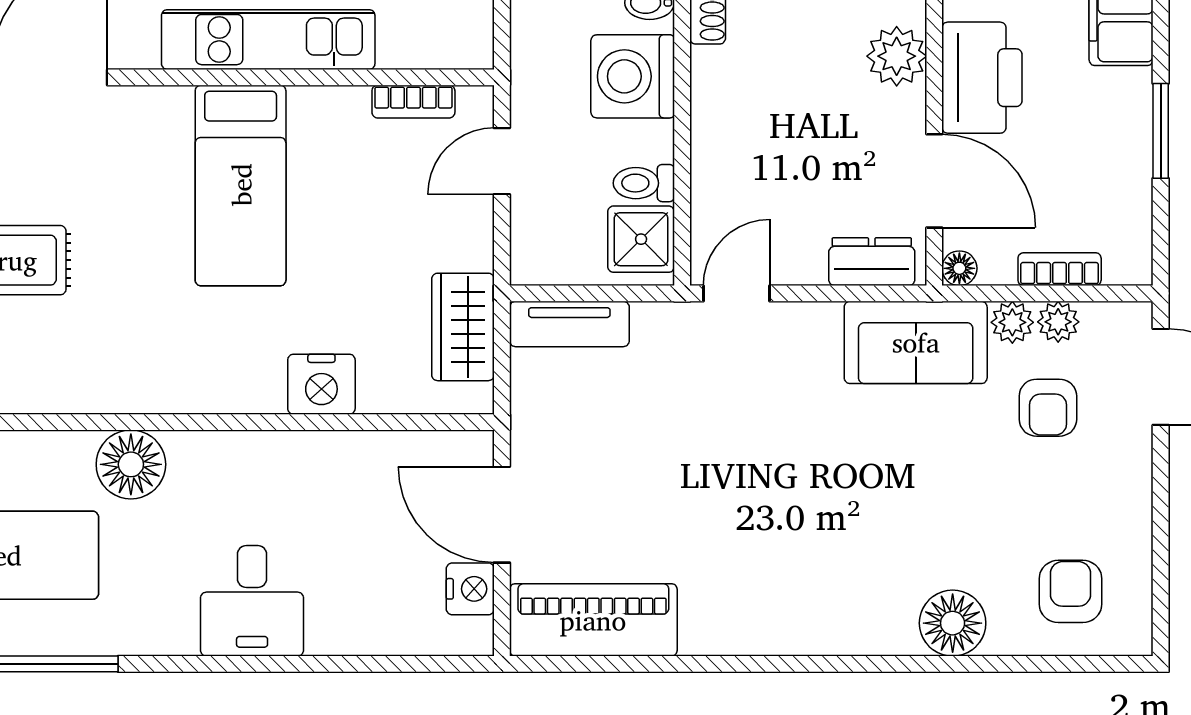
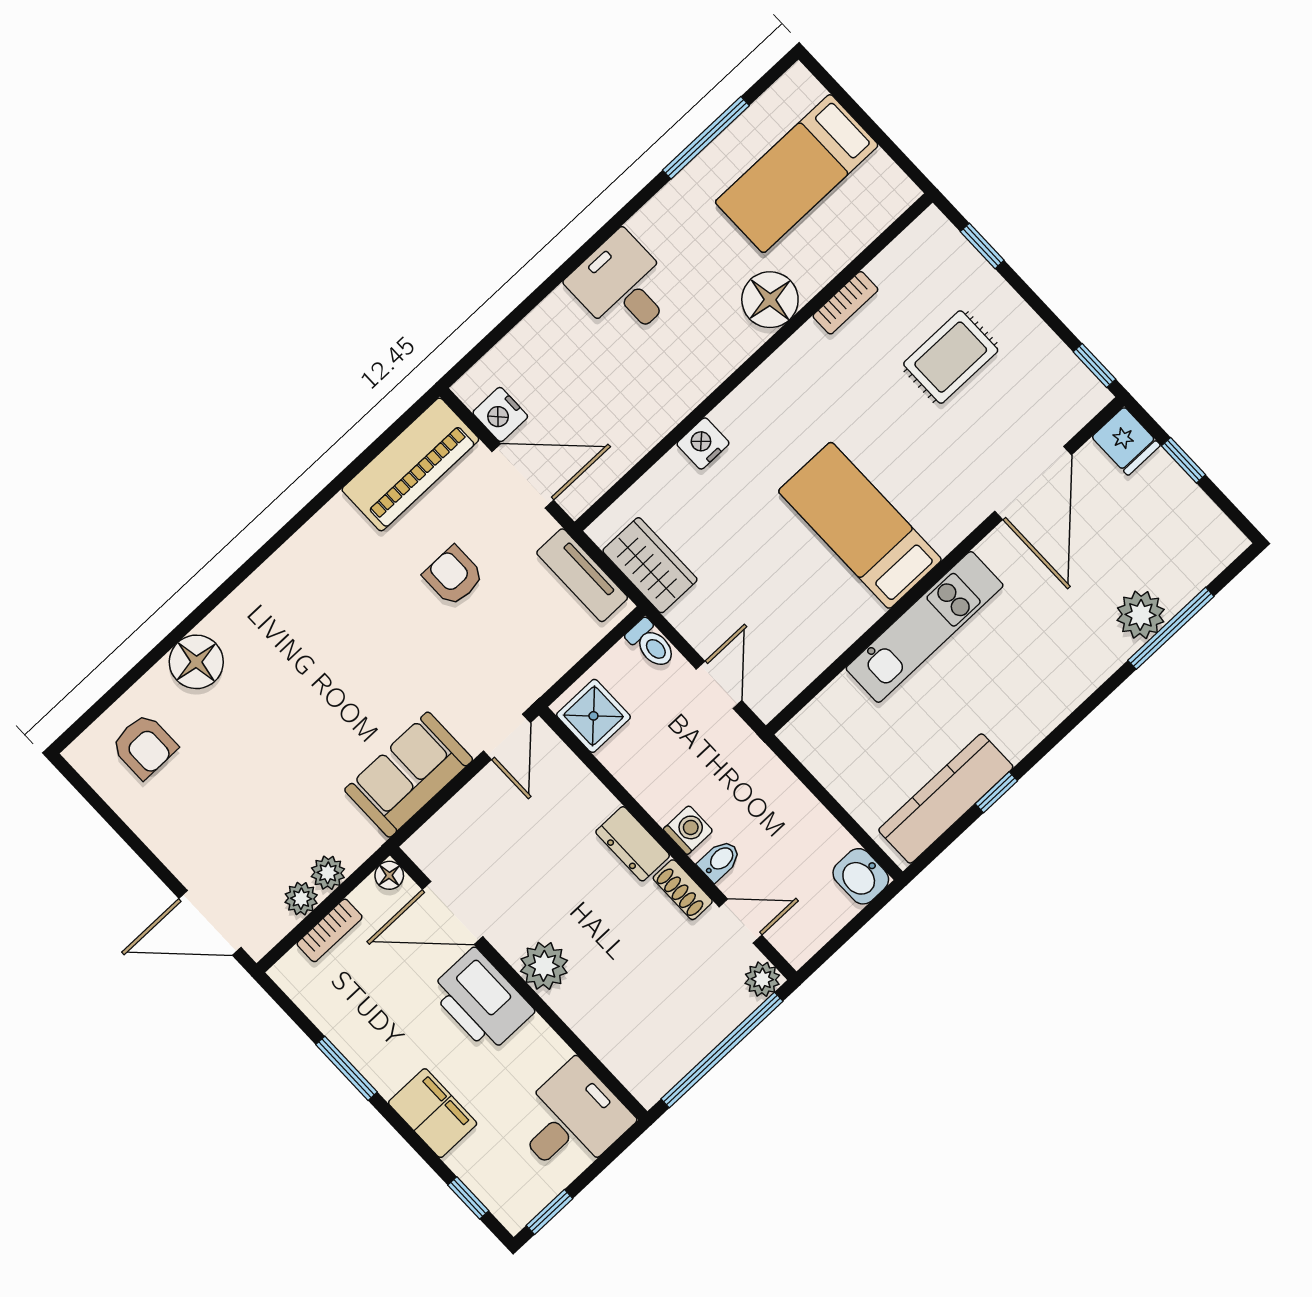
washing machine: (633, 76) -> (688, 830), width x0.53, depth x0.53
bookcase: (413, 102) -> (845, 303), moved, turned 180
toilet: (644, 183) -> (651, 644), moved, turned 90
dresser: (872, 262) -> (633, 844), moved, turned 90
tv unit: (569, 324) -> (582, 575), moved, turned -90
sofa: (916, 342) -> (409, 775), moved
nightstand: (321, 384) -> (703, 443), width x0.74, depth x0.75
armchair: (1048, 408) -> (453, 576), moved

